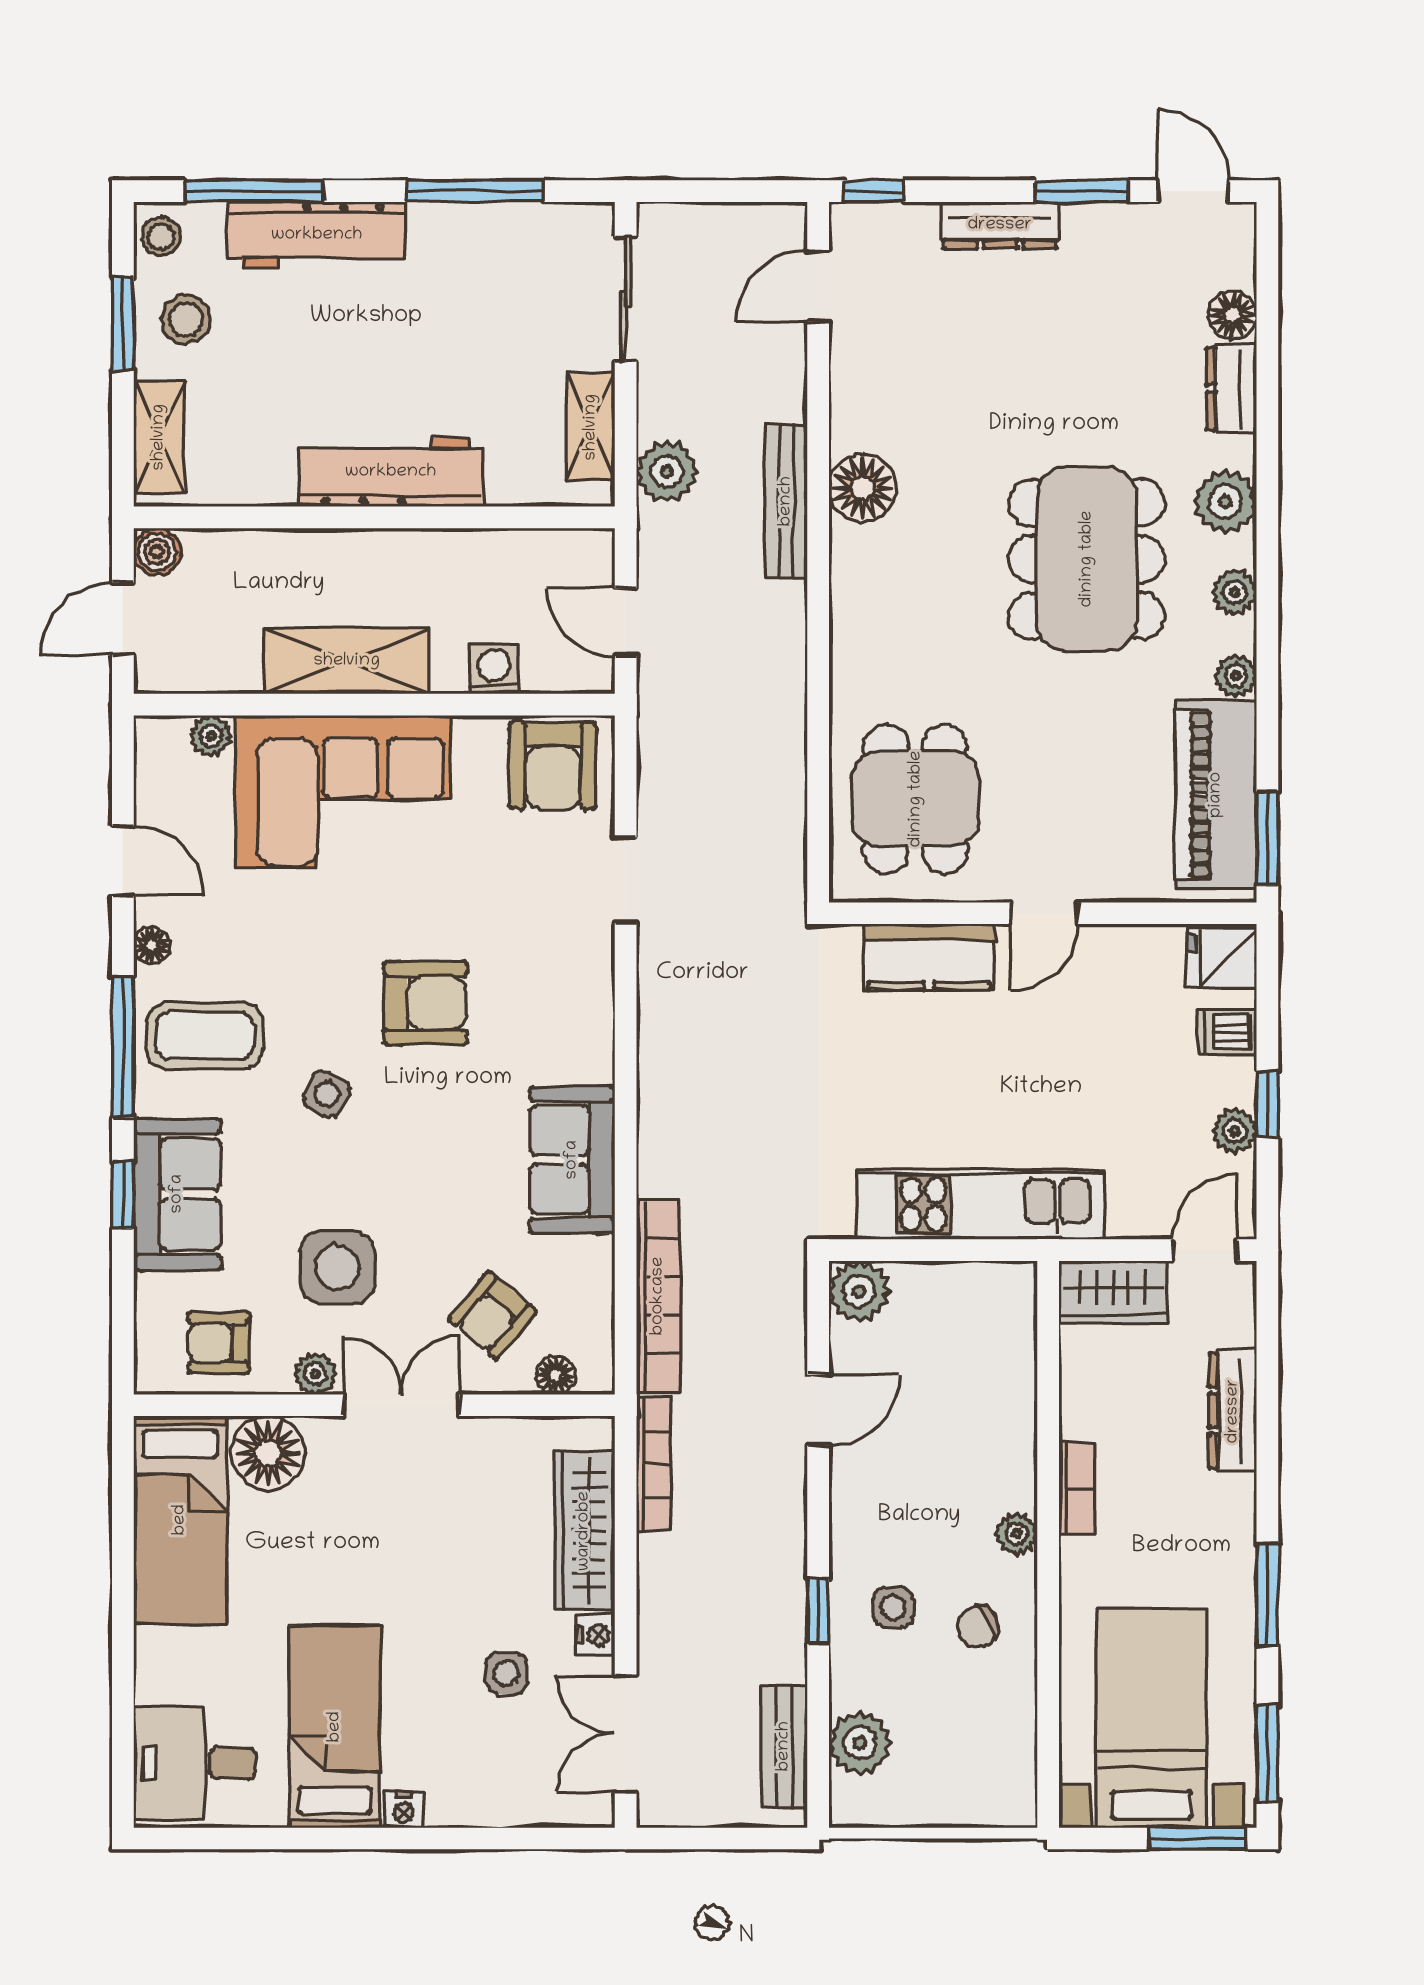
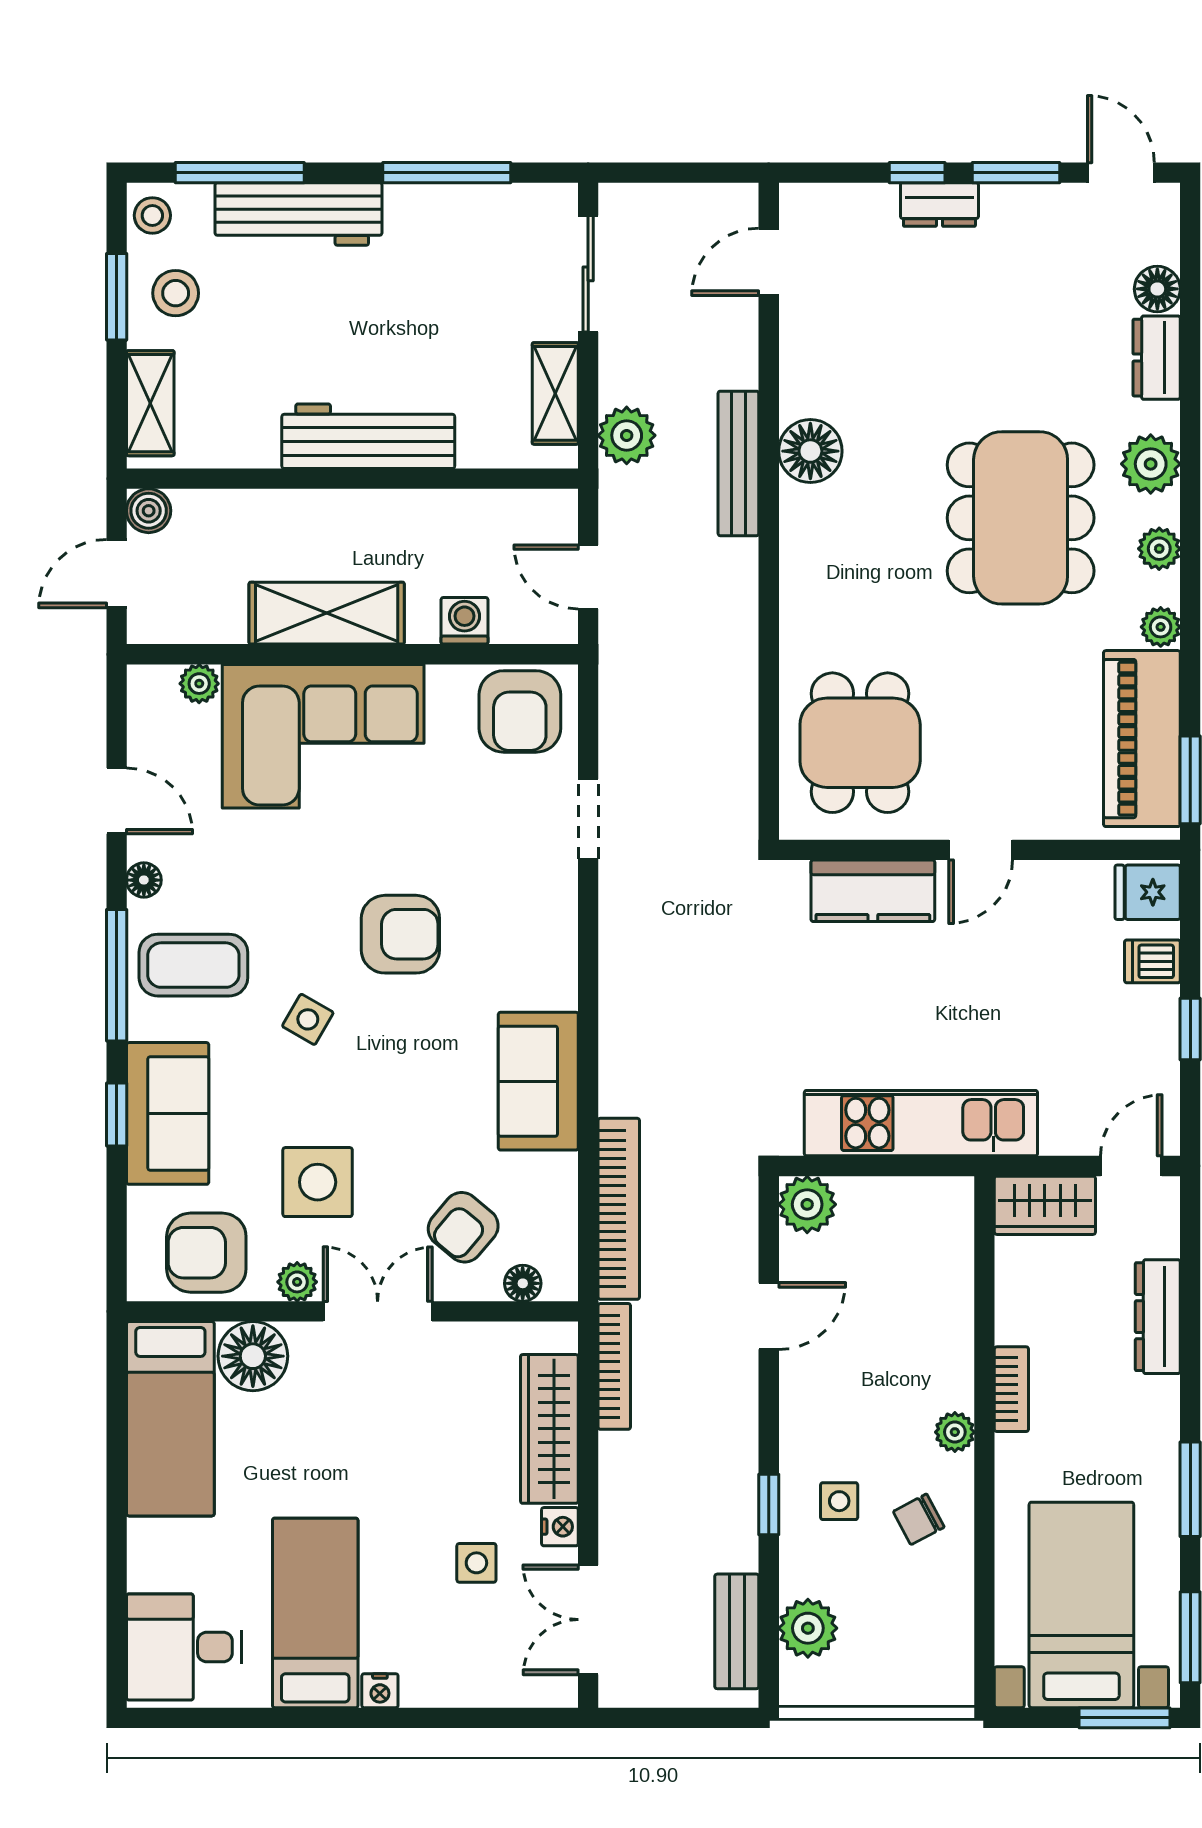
window: (874, 191) -> (917, 173), moved
dresser: (1000, 225) -> (939, 205), width x0.70
plant: (1235, 1131) -> (1159, 1054), removed
armchair: (219, 1343) -> (206, 1253), width x1.38, depth x1.38

